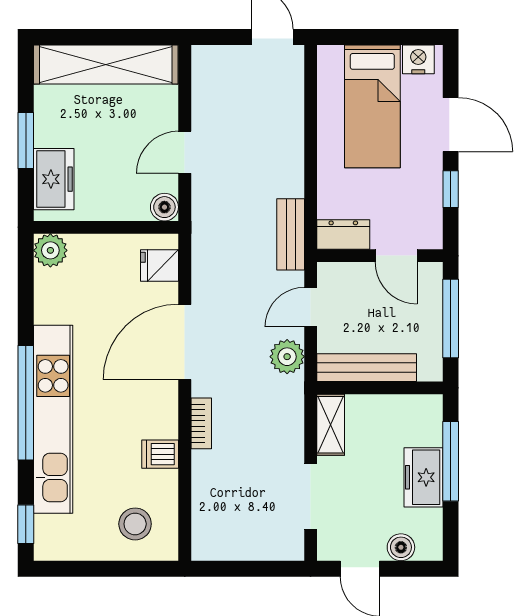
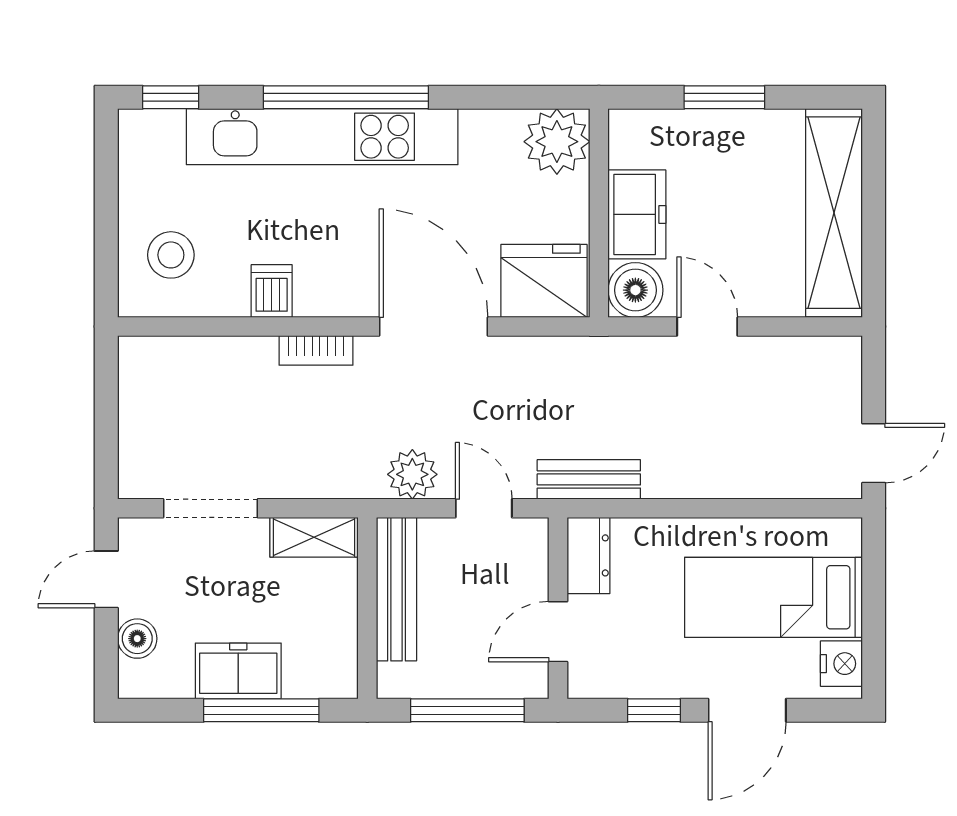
freezer: (54, 179) -> (637, 214), moved, turned -90
boiler: (164, 207) -> (635, 290), width x1.36, depth x1.36
plant: (50, 250) -> (557, 142), width x1.36, depth x1.36
fridge: (160, 265) -> (544, 281), width x1.88, depth x1.34

